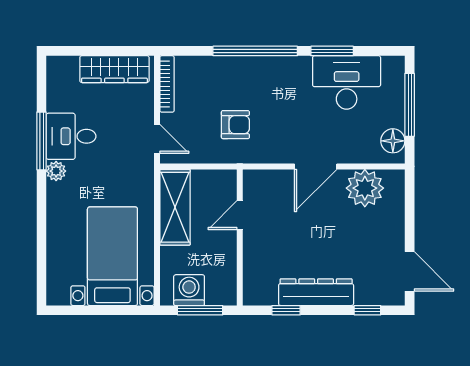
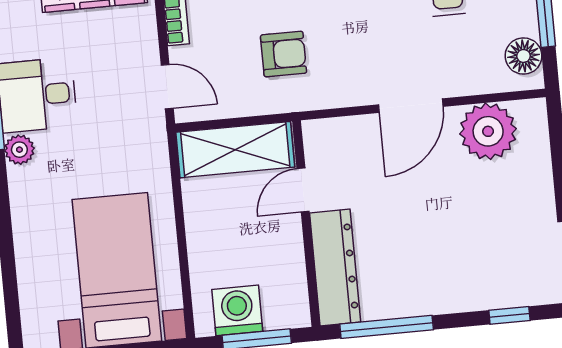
shelving: (175, 207) -> (235, 150), moved, turned 90
dresser: (316, 292) -> (335, 267), moved, turned 90
window: (286, 310) -> (387, 327), width x2.17

